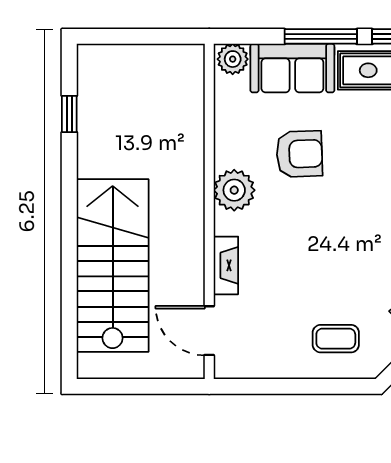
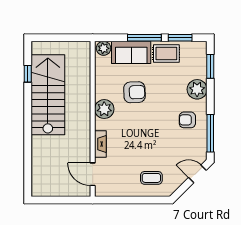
stairs: (113, 265) -> (48, 95), moved

